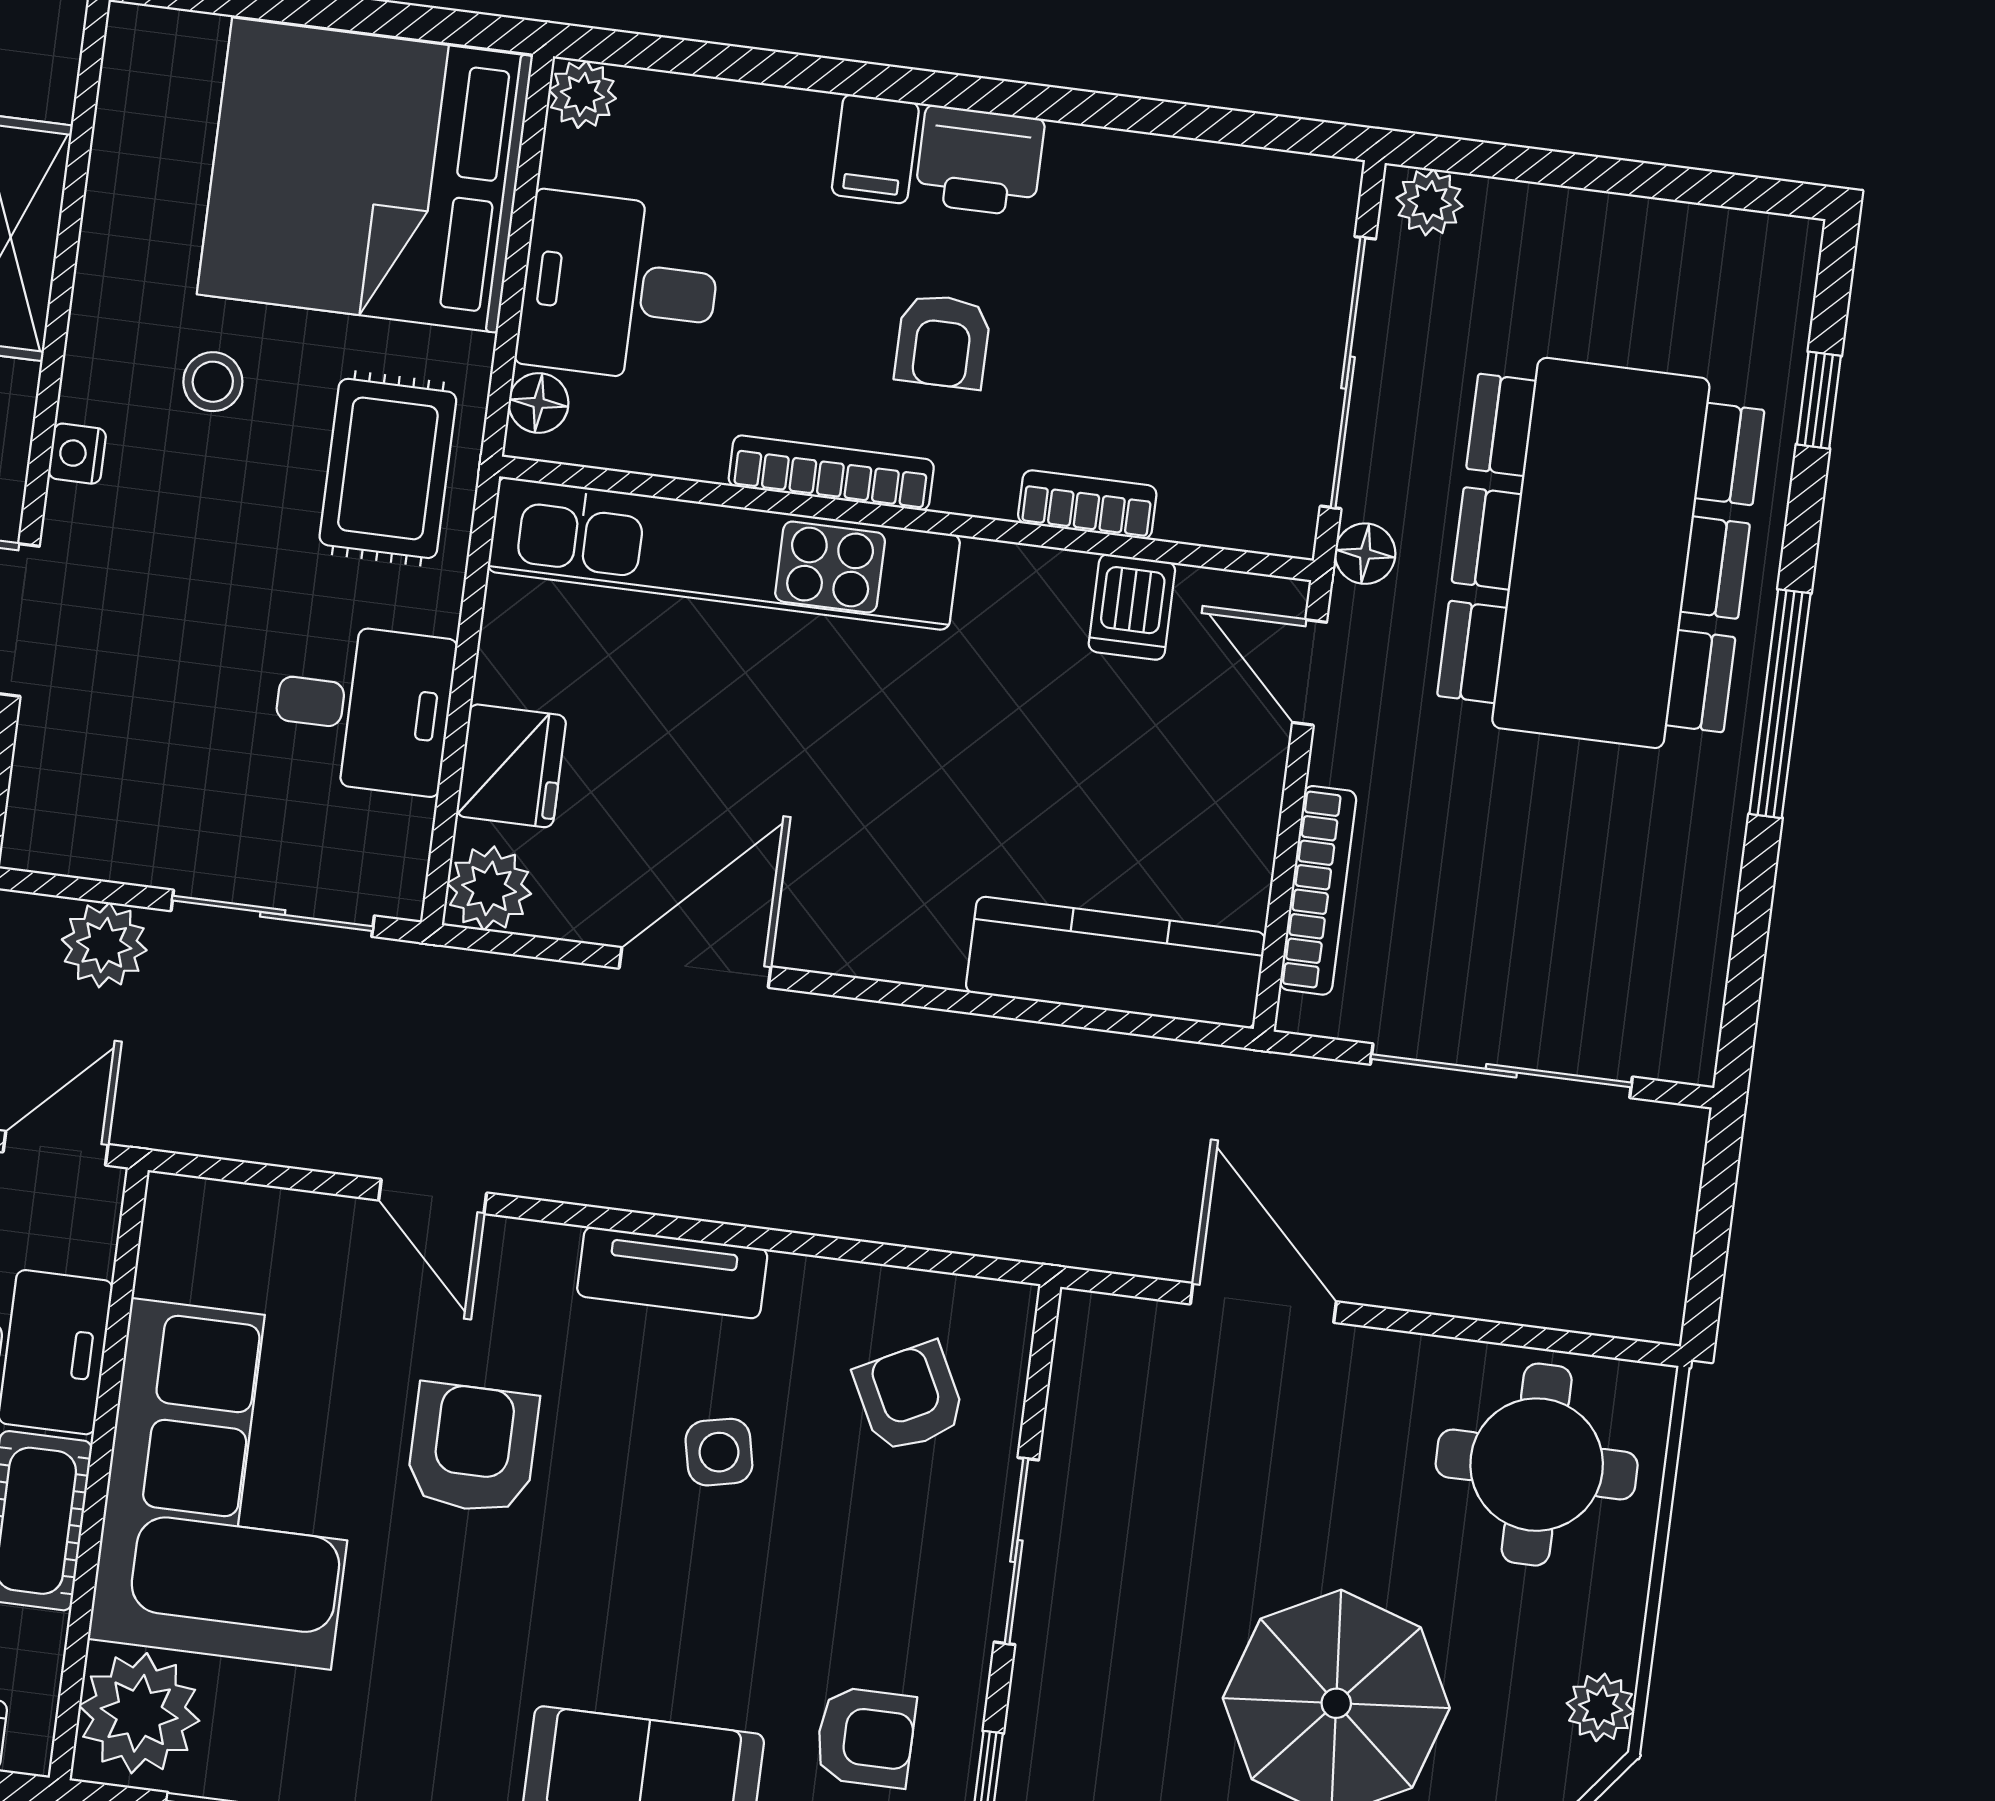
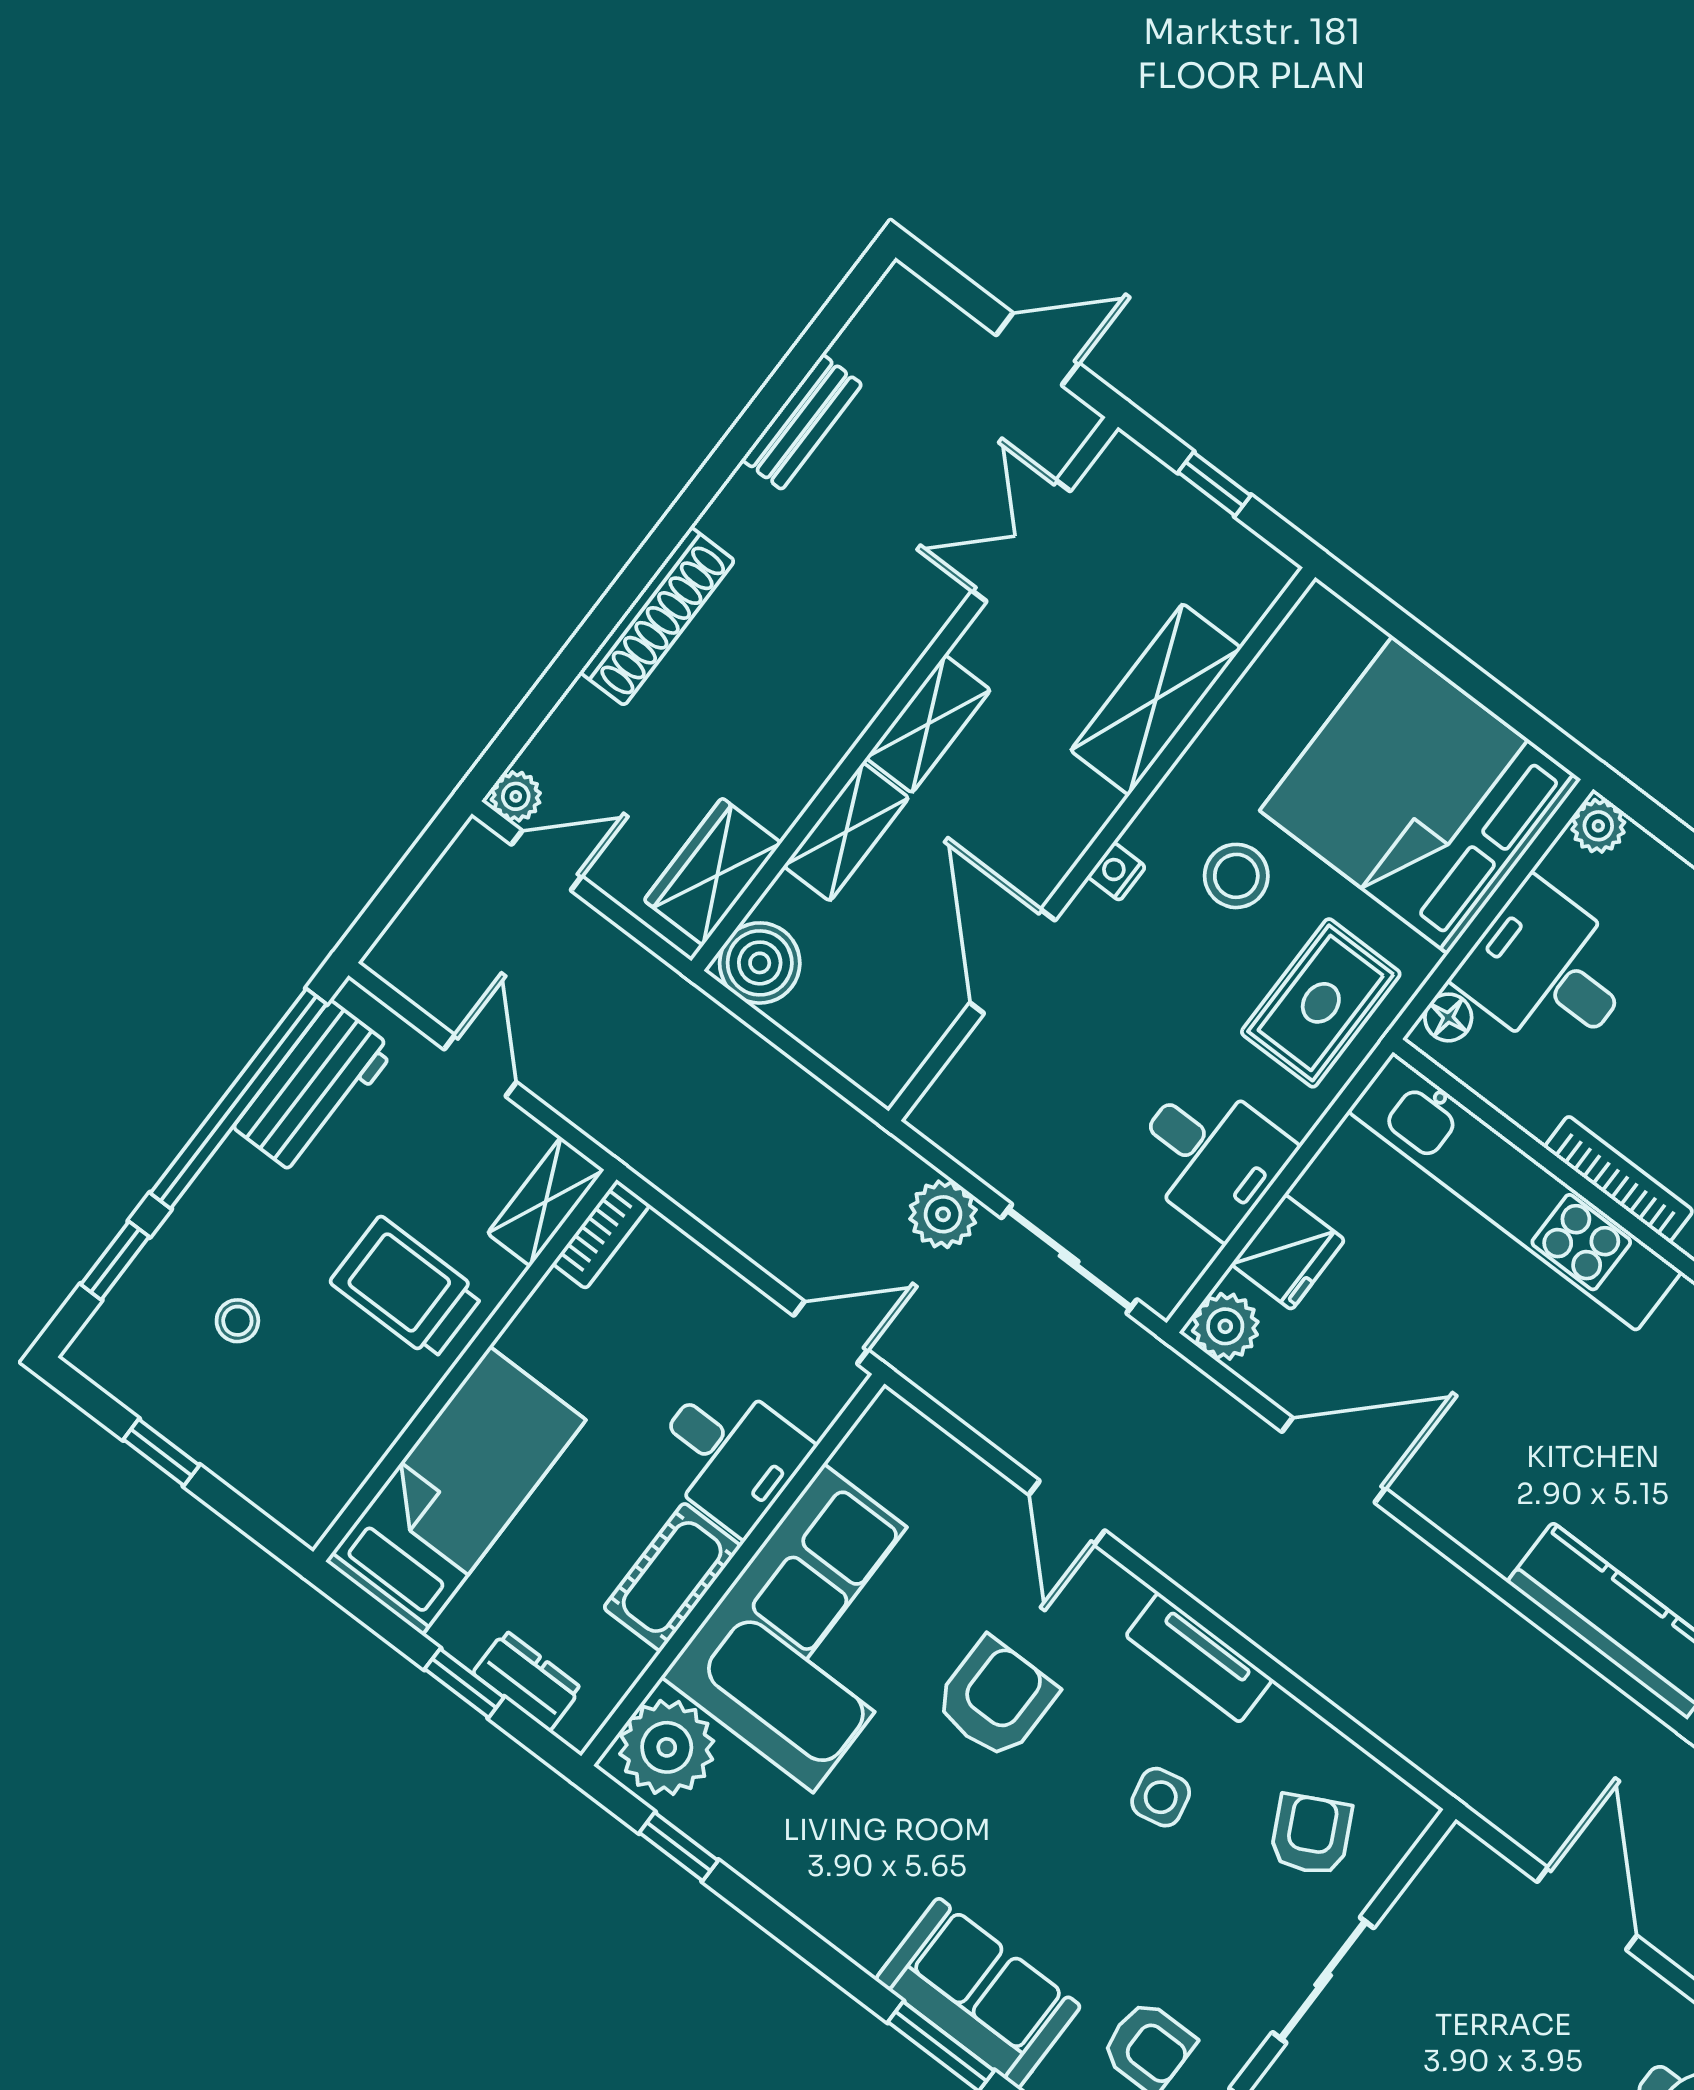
stool: (213, 382) -> (1236, 876), width x1.37, depth x1.37

